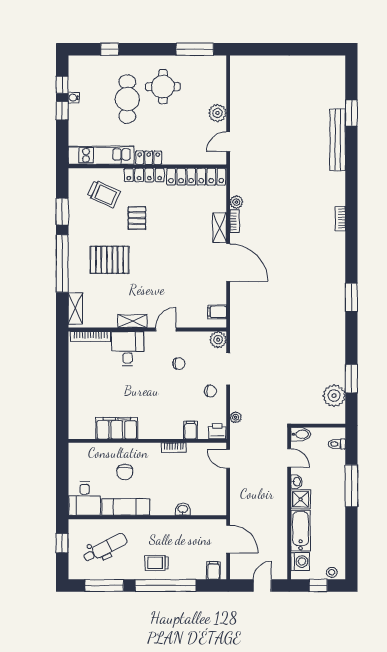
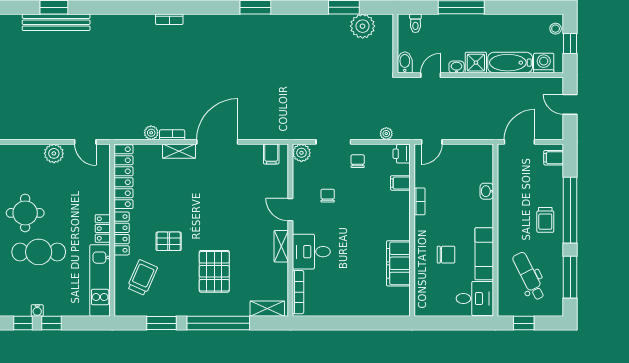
bench: (338, 140) -> (56, 22), moved

